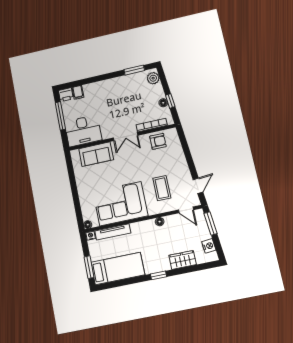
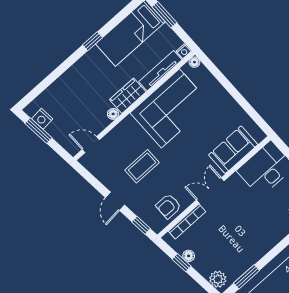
window: (183, 139) -> (141, 225), added
door: (198, 186) -> (115, 201), moved
coffee table: (162, 188) -> (142, 166), moved, turned 90
window: (210, 224) -> (38, 131), moved
wardrobe: (183, 260) -> (128, 96), moved, turned 180
window: (159, 275) -> (93, 41), moved

